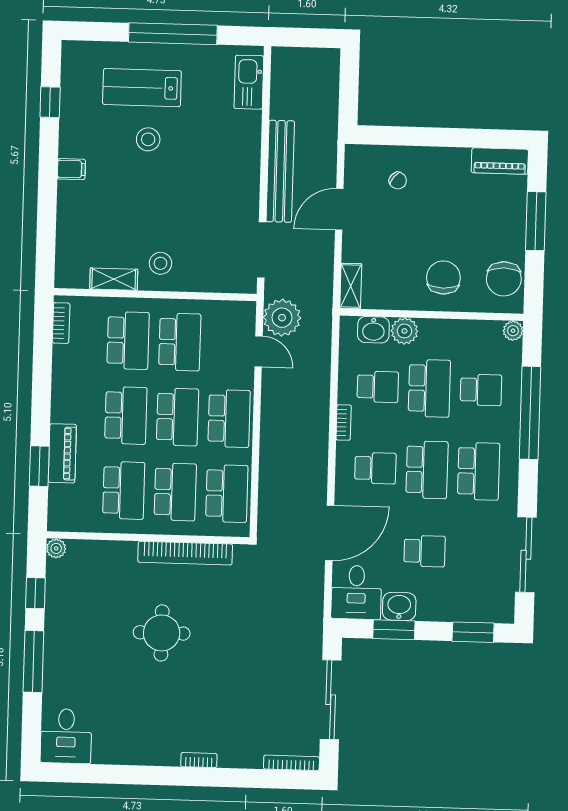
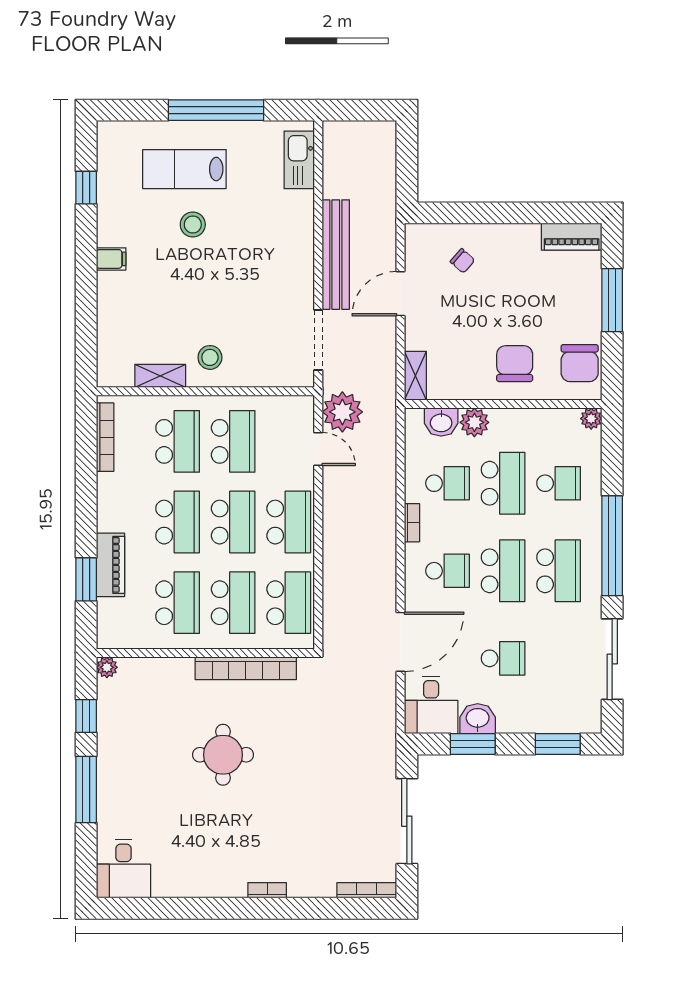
bookcase: (61, 323) -> (105, 437), width x1.56
window: (530, 413) -> (612, 546), moved

